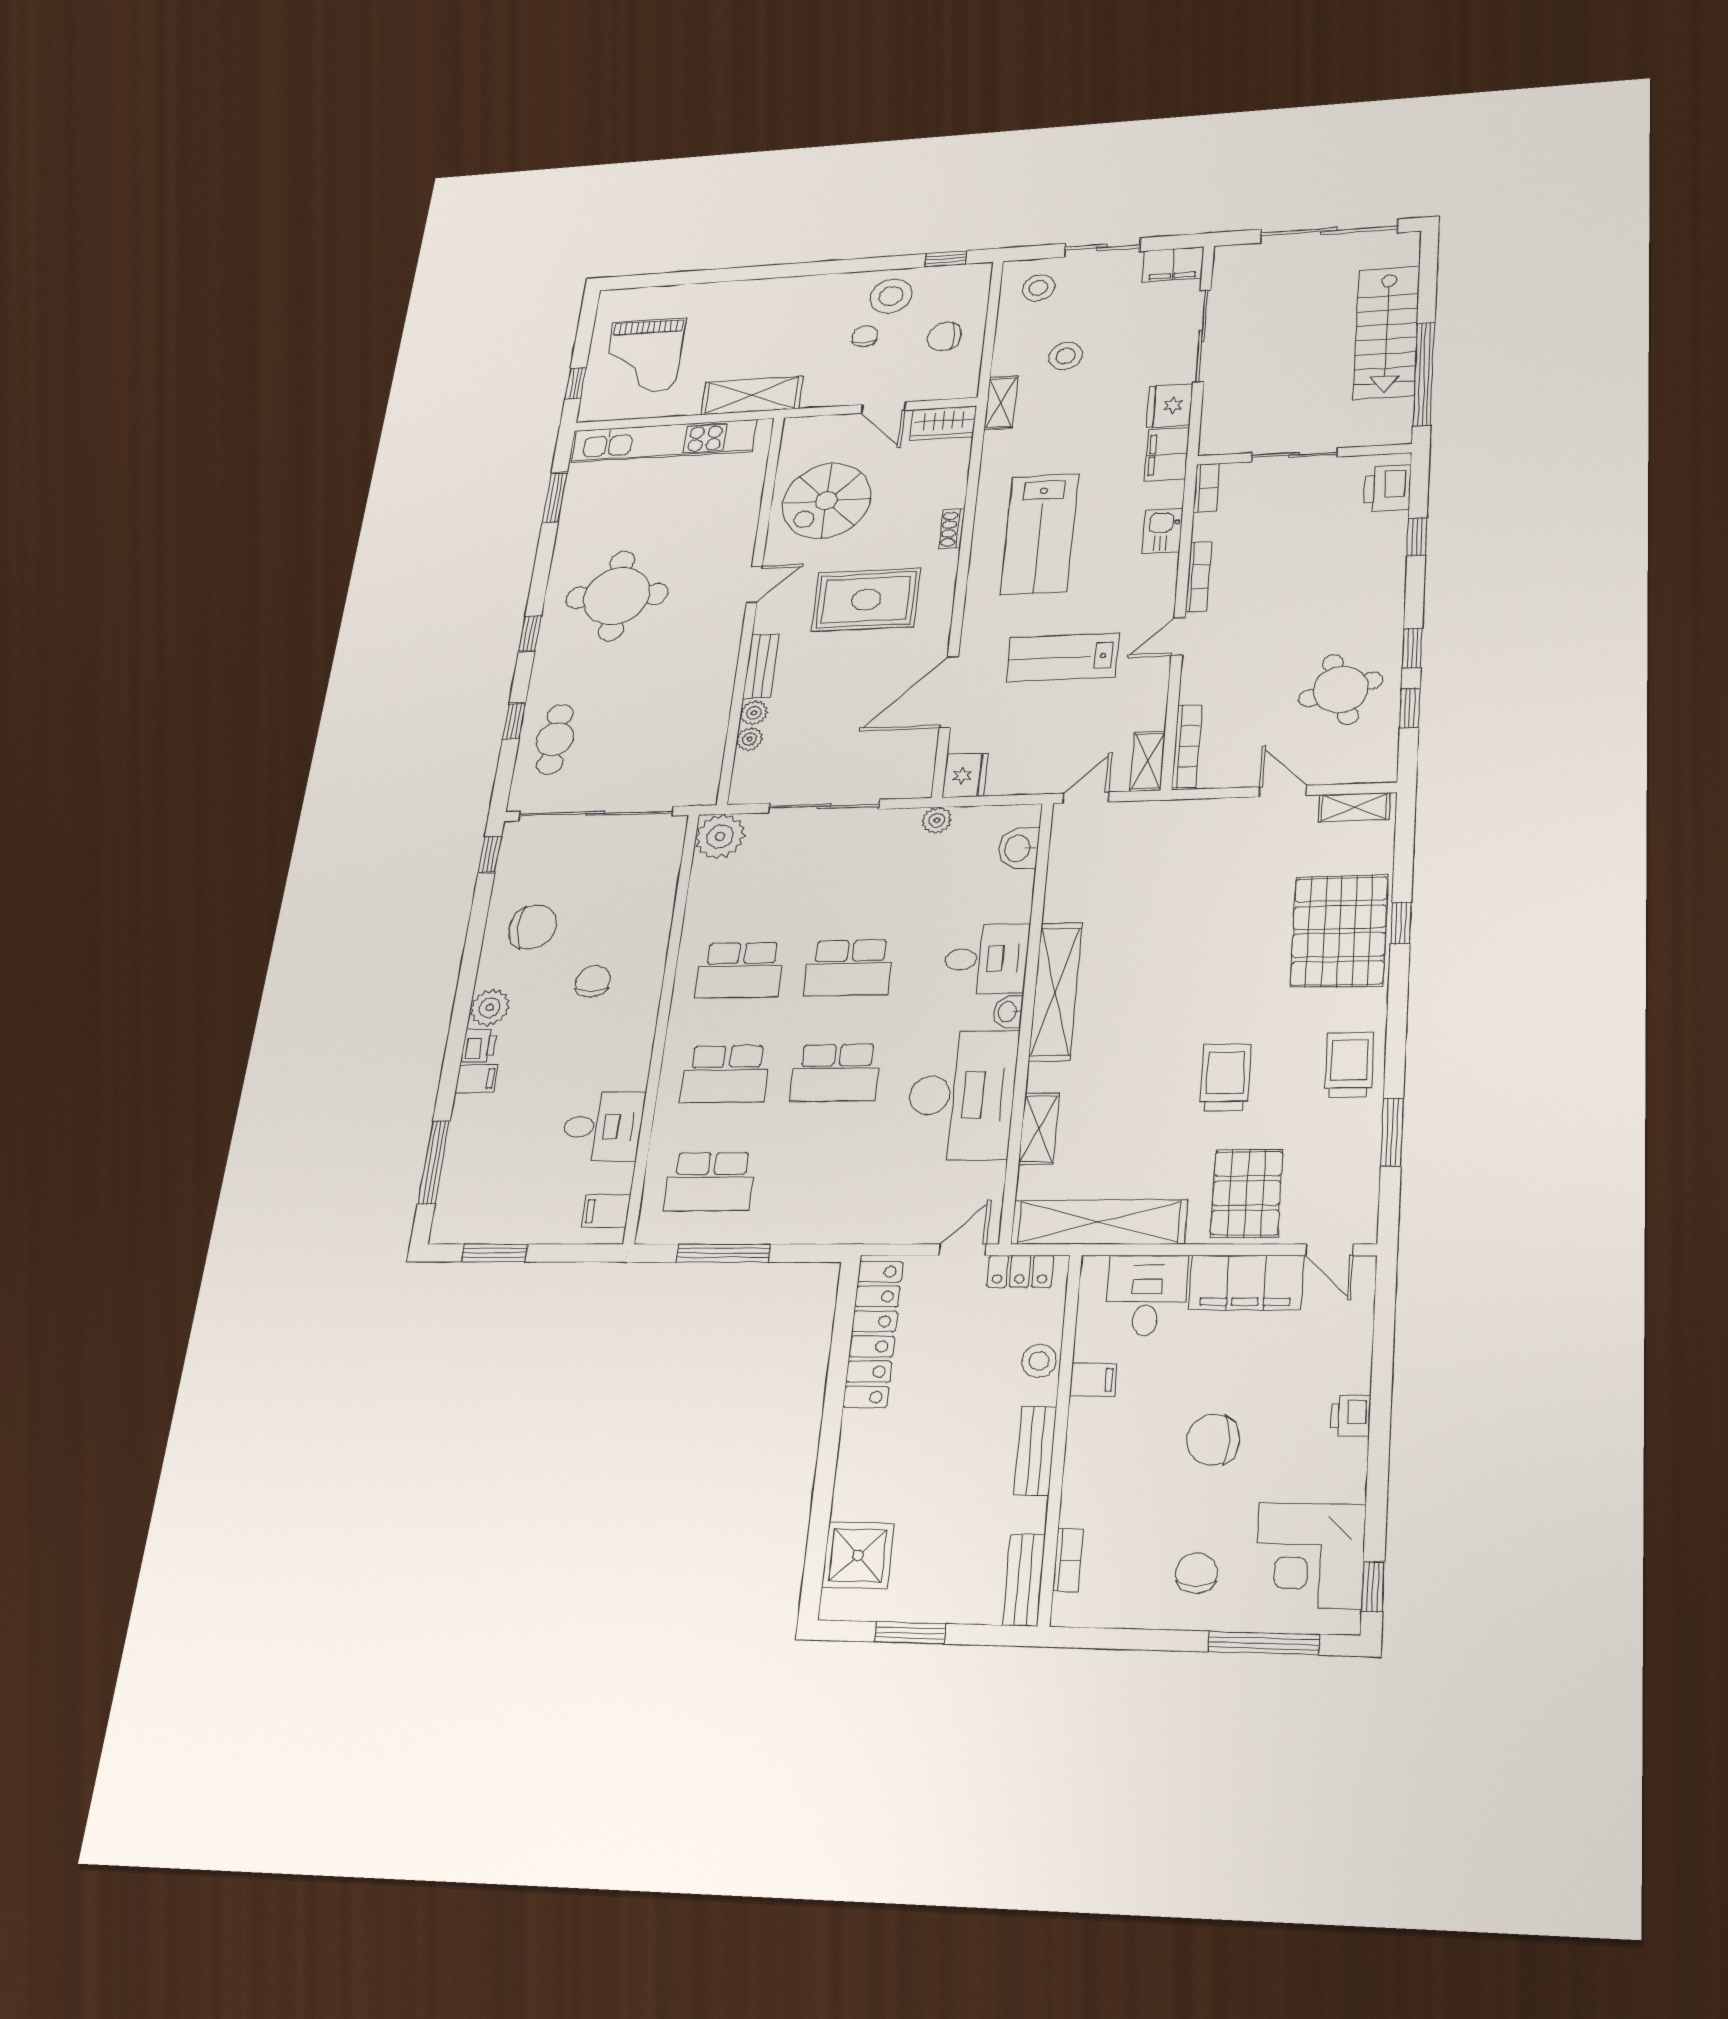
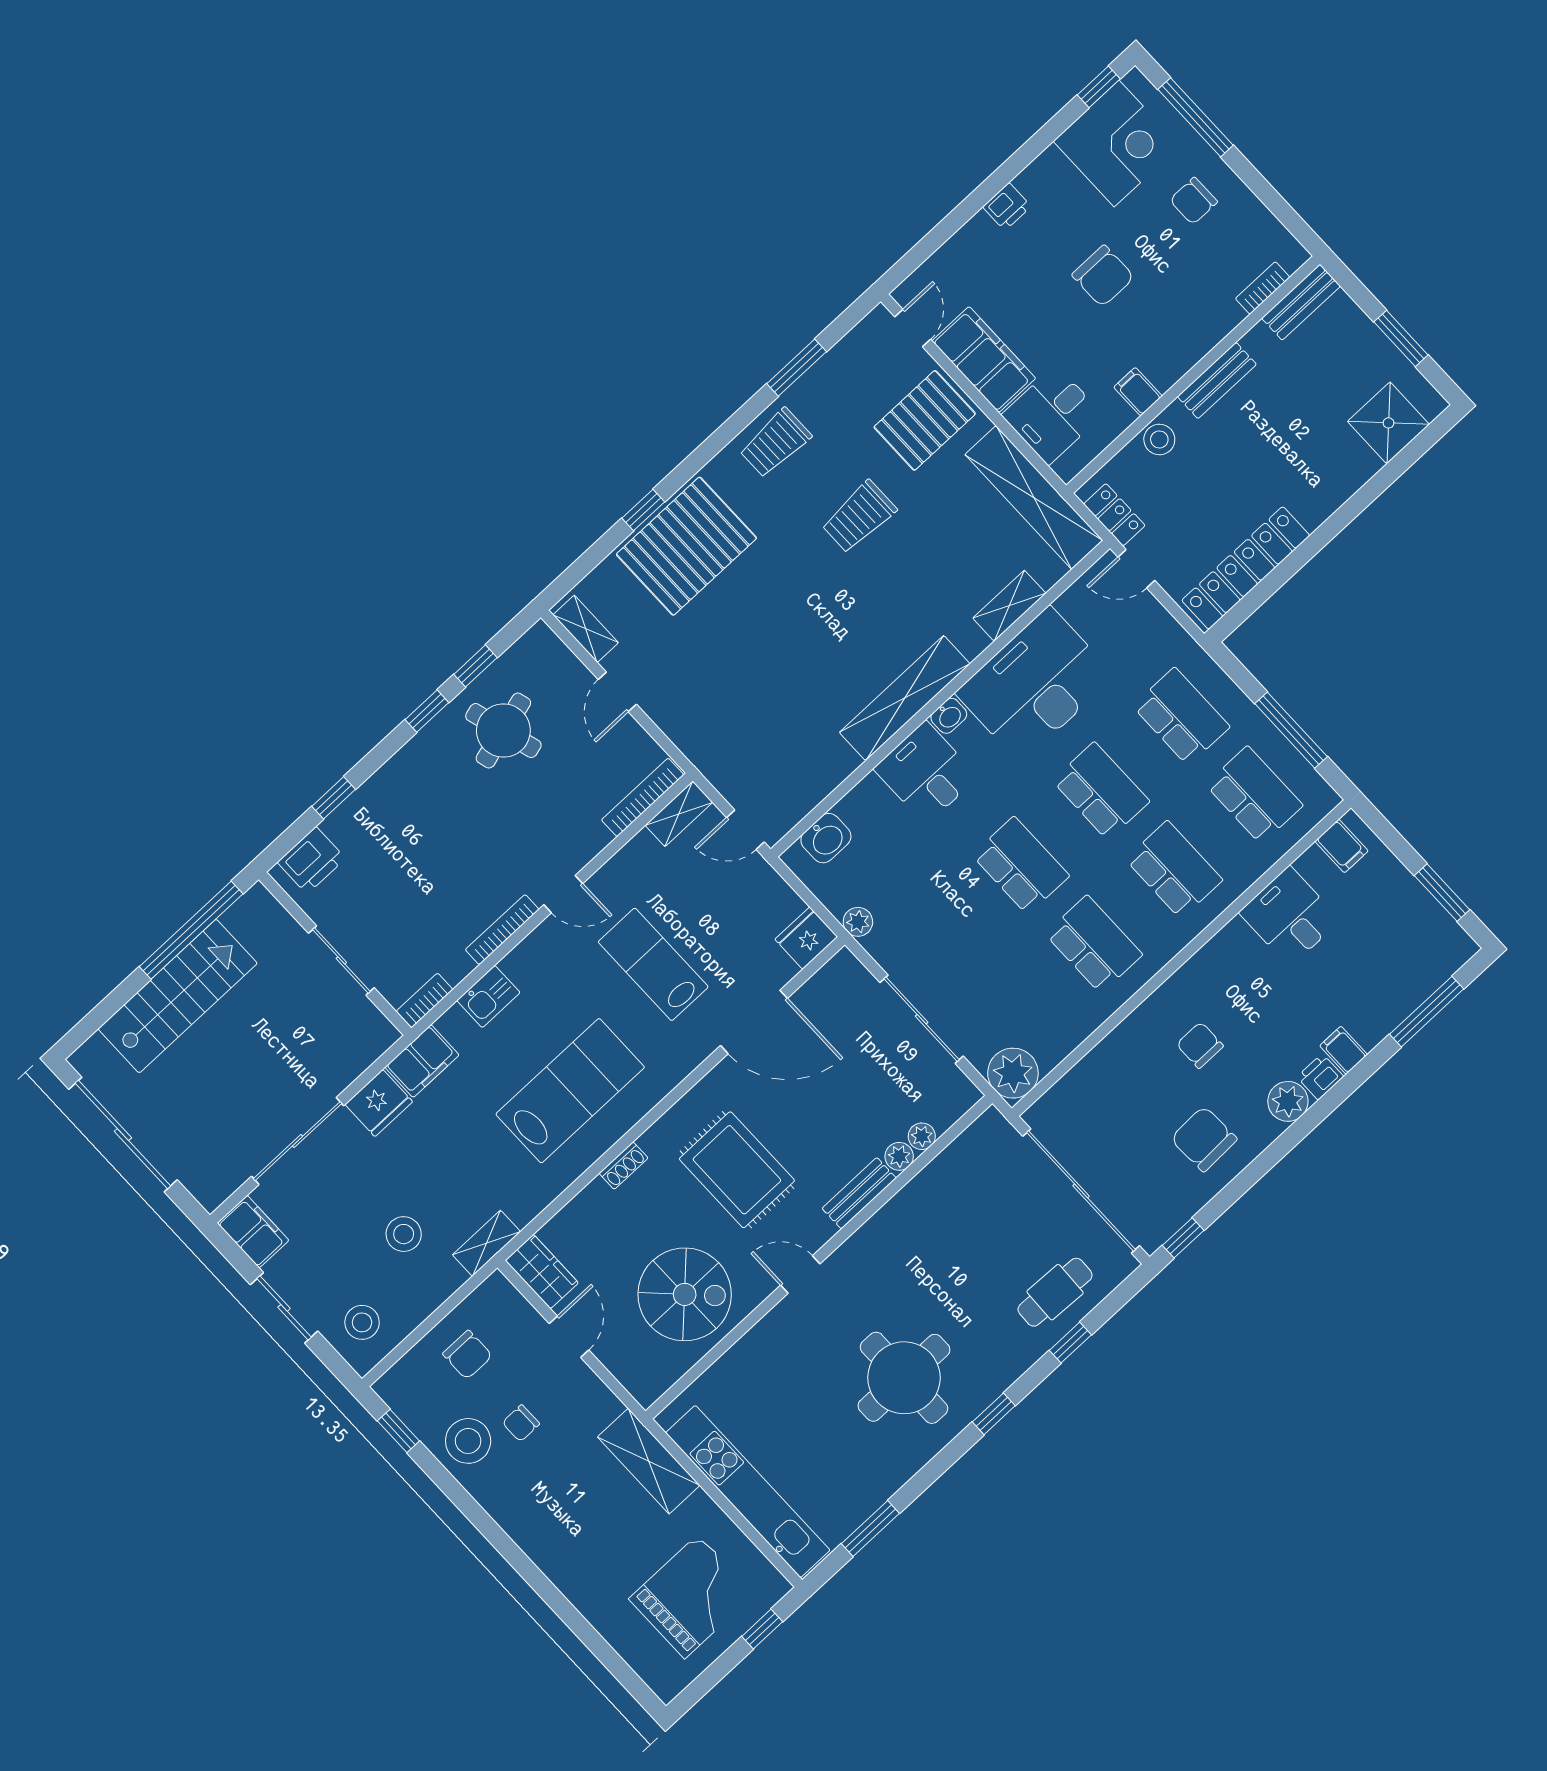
lab bench: (1063, 657) -> (653, 964), turned 180
chair: (593, 981) -> (1200, 1045), turned 90
school desk: (822, 1181) -> (1181, 716), added

